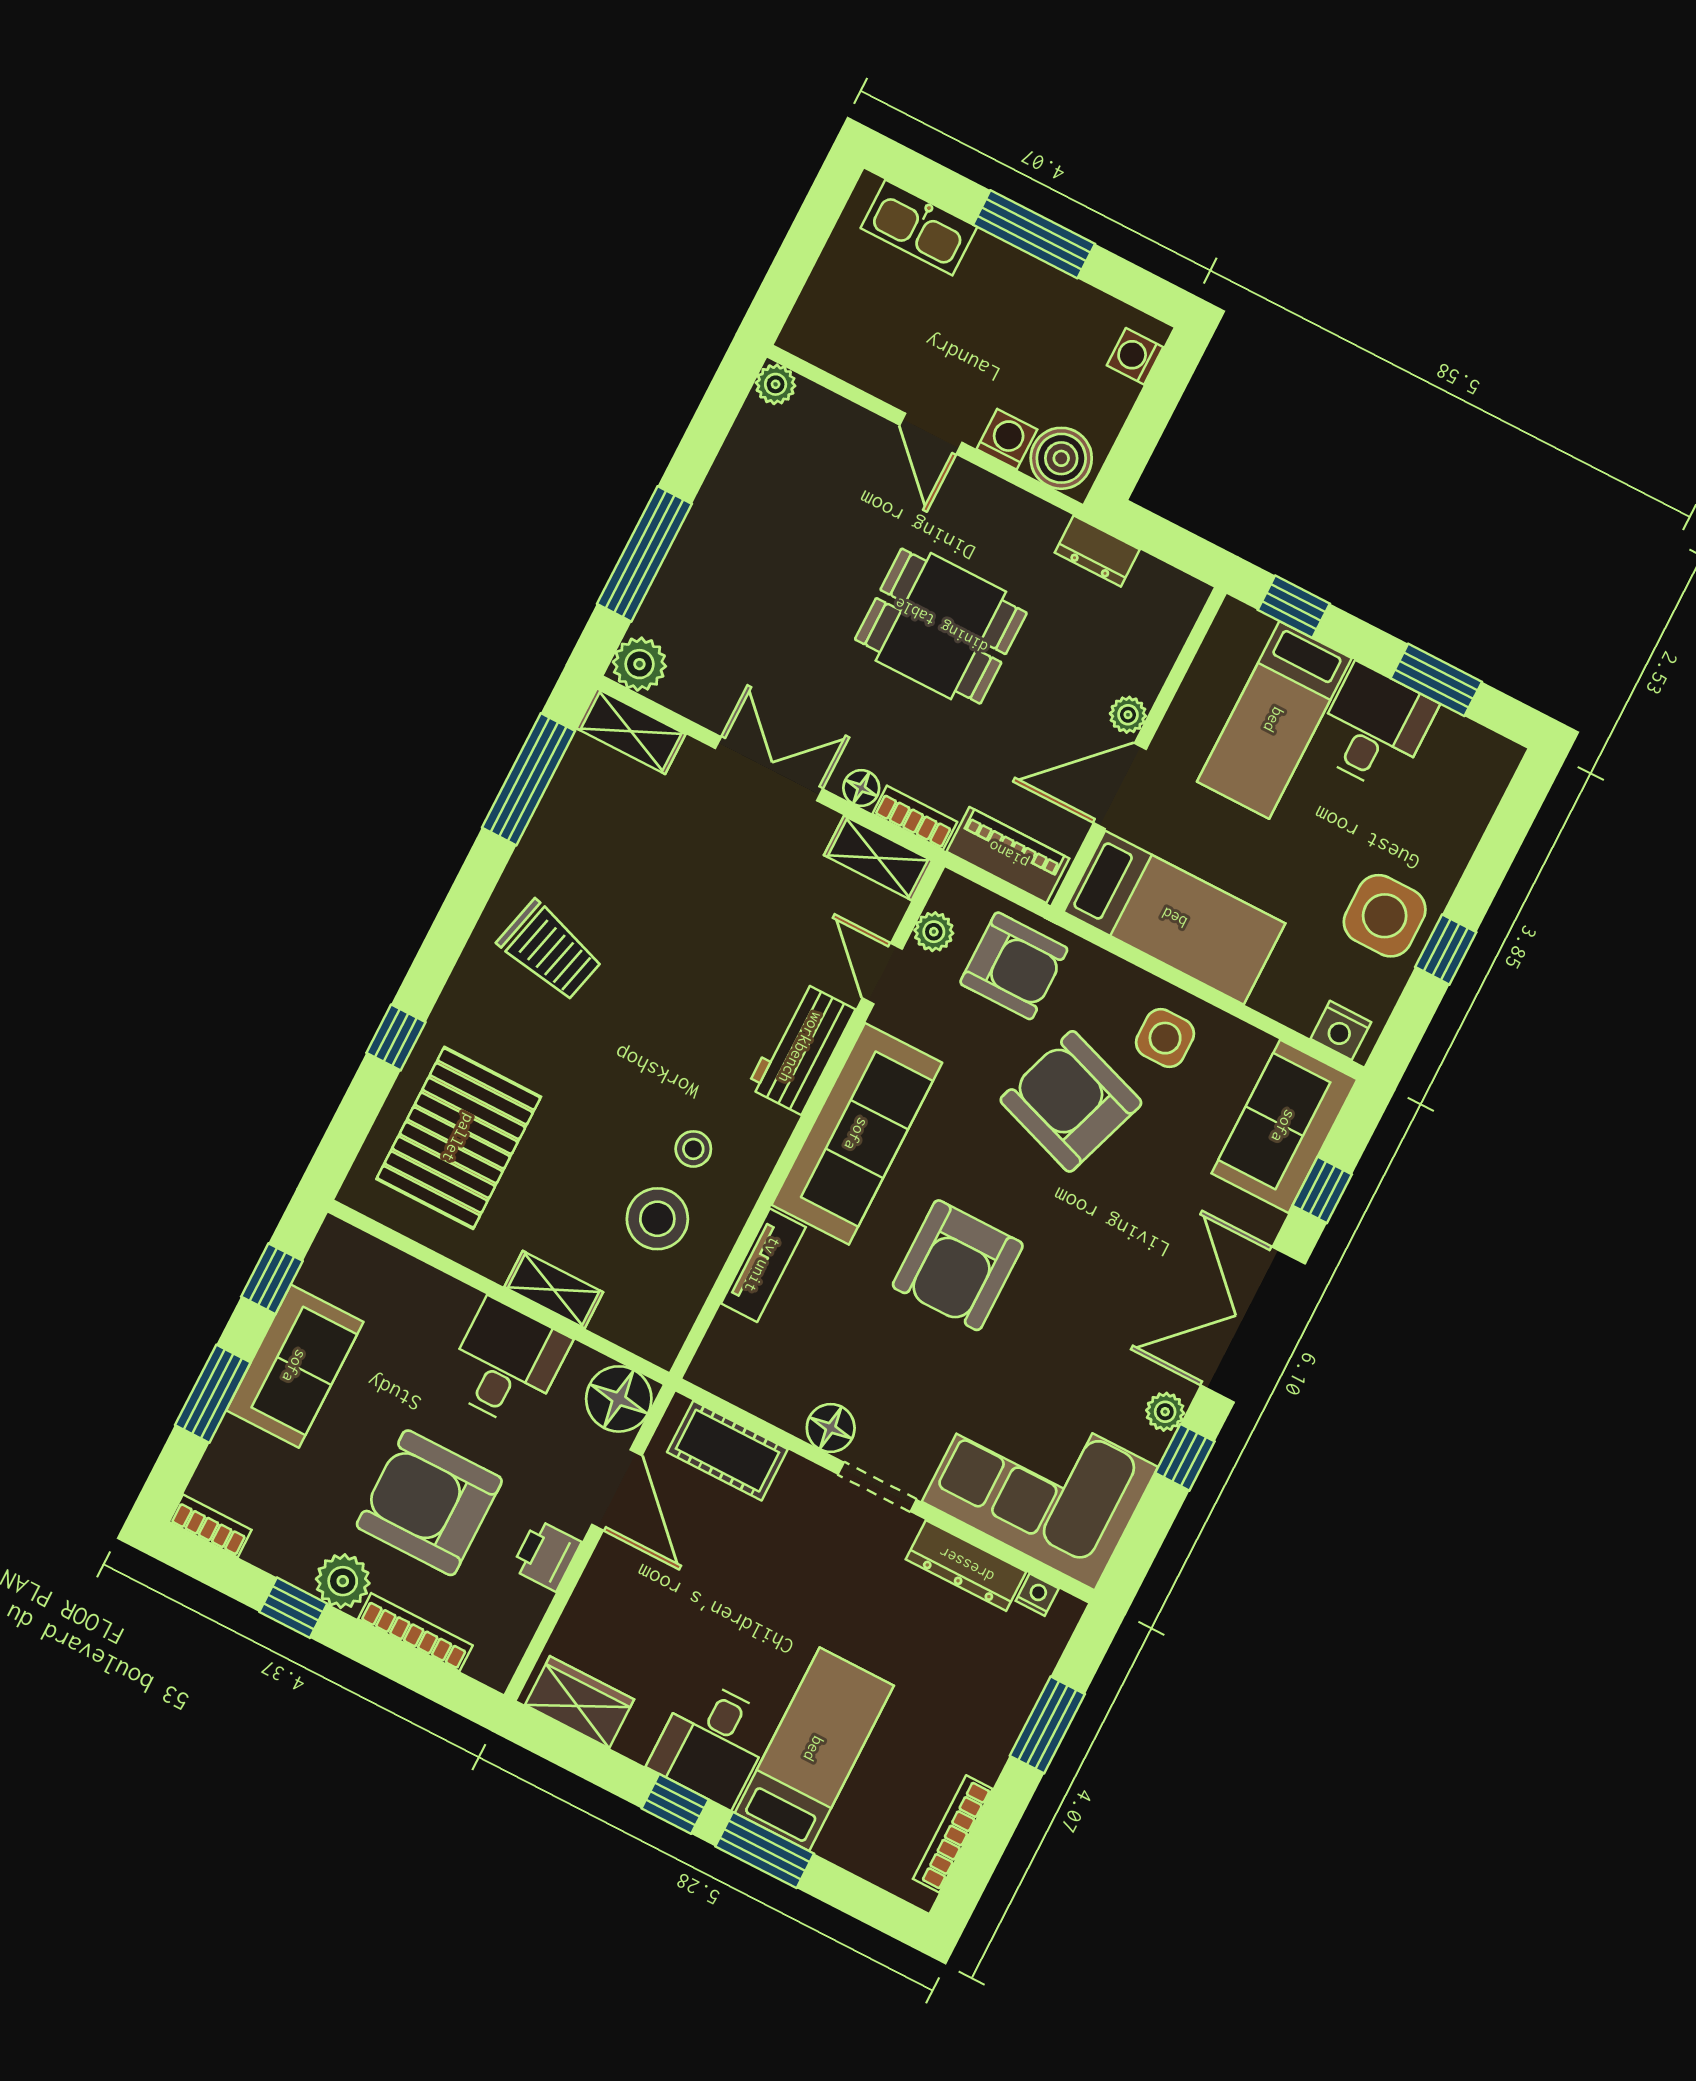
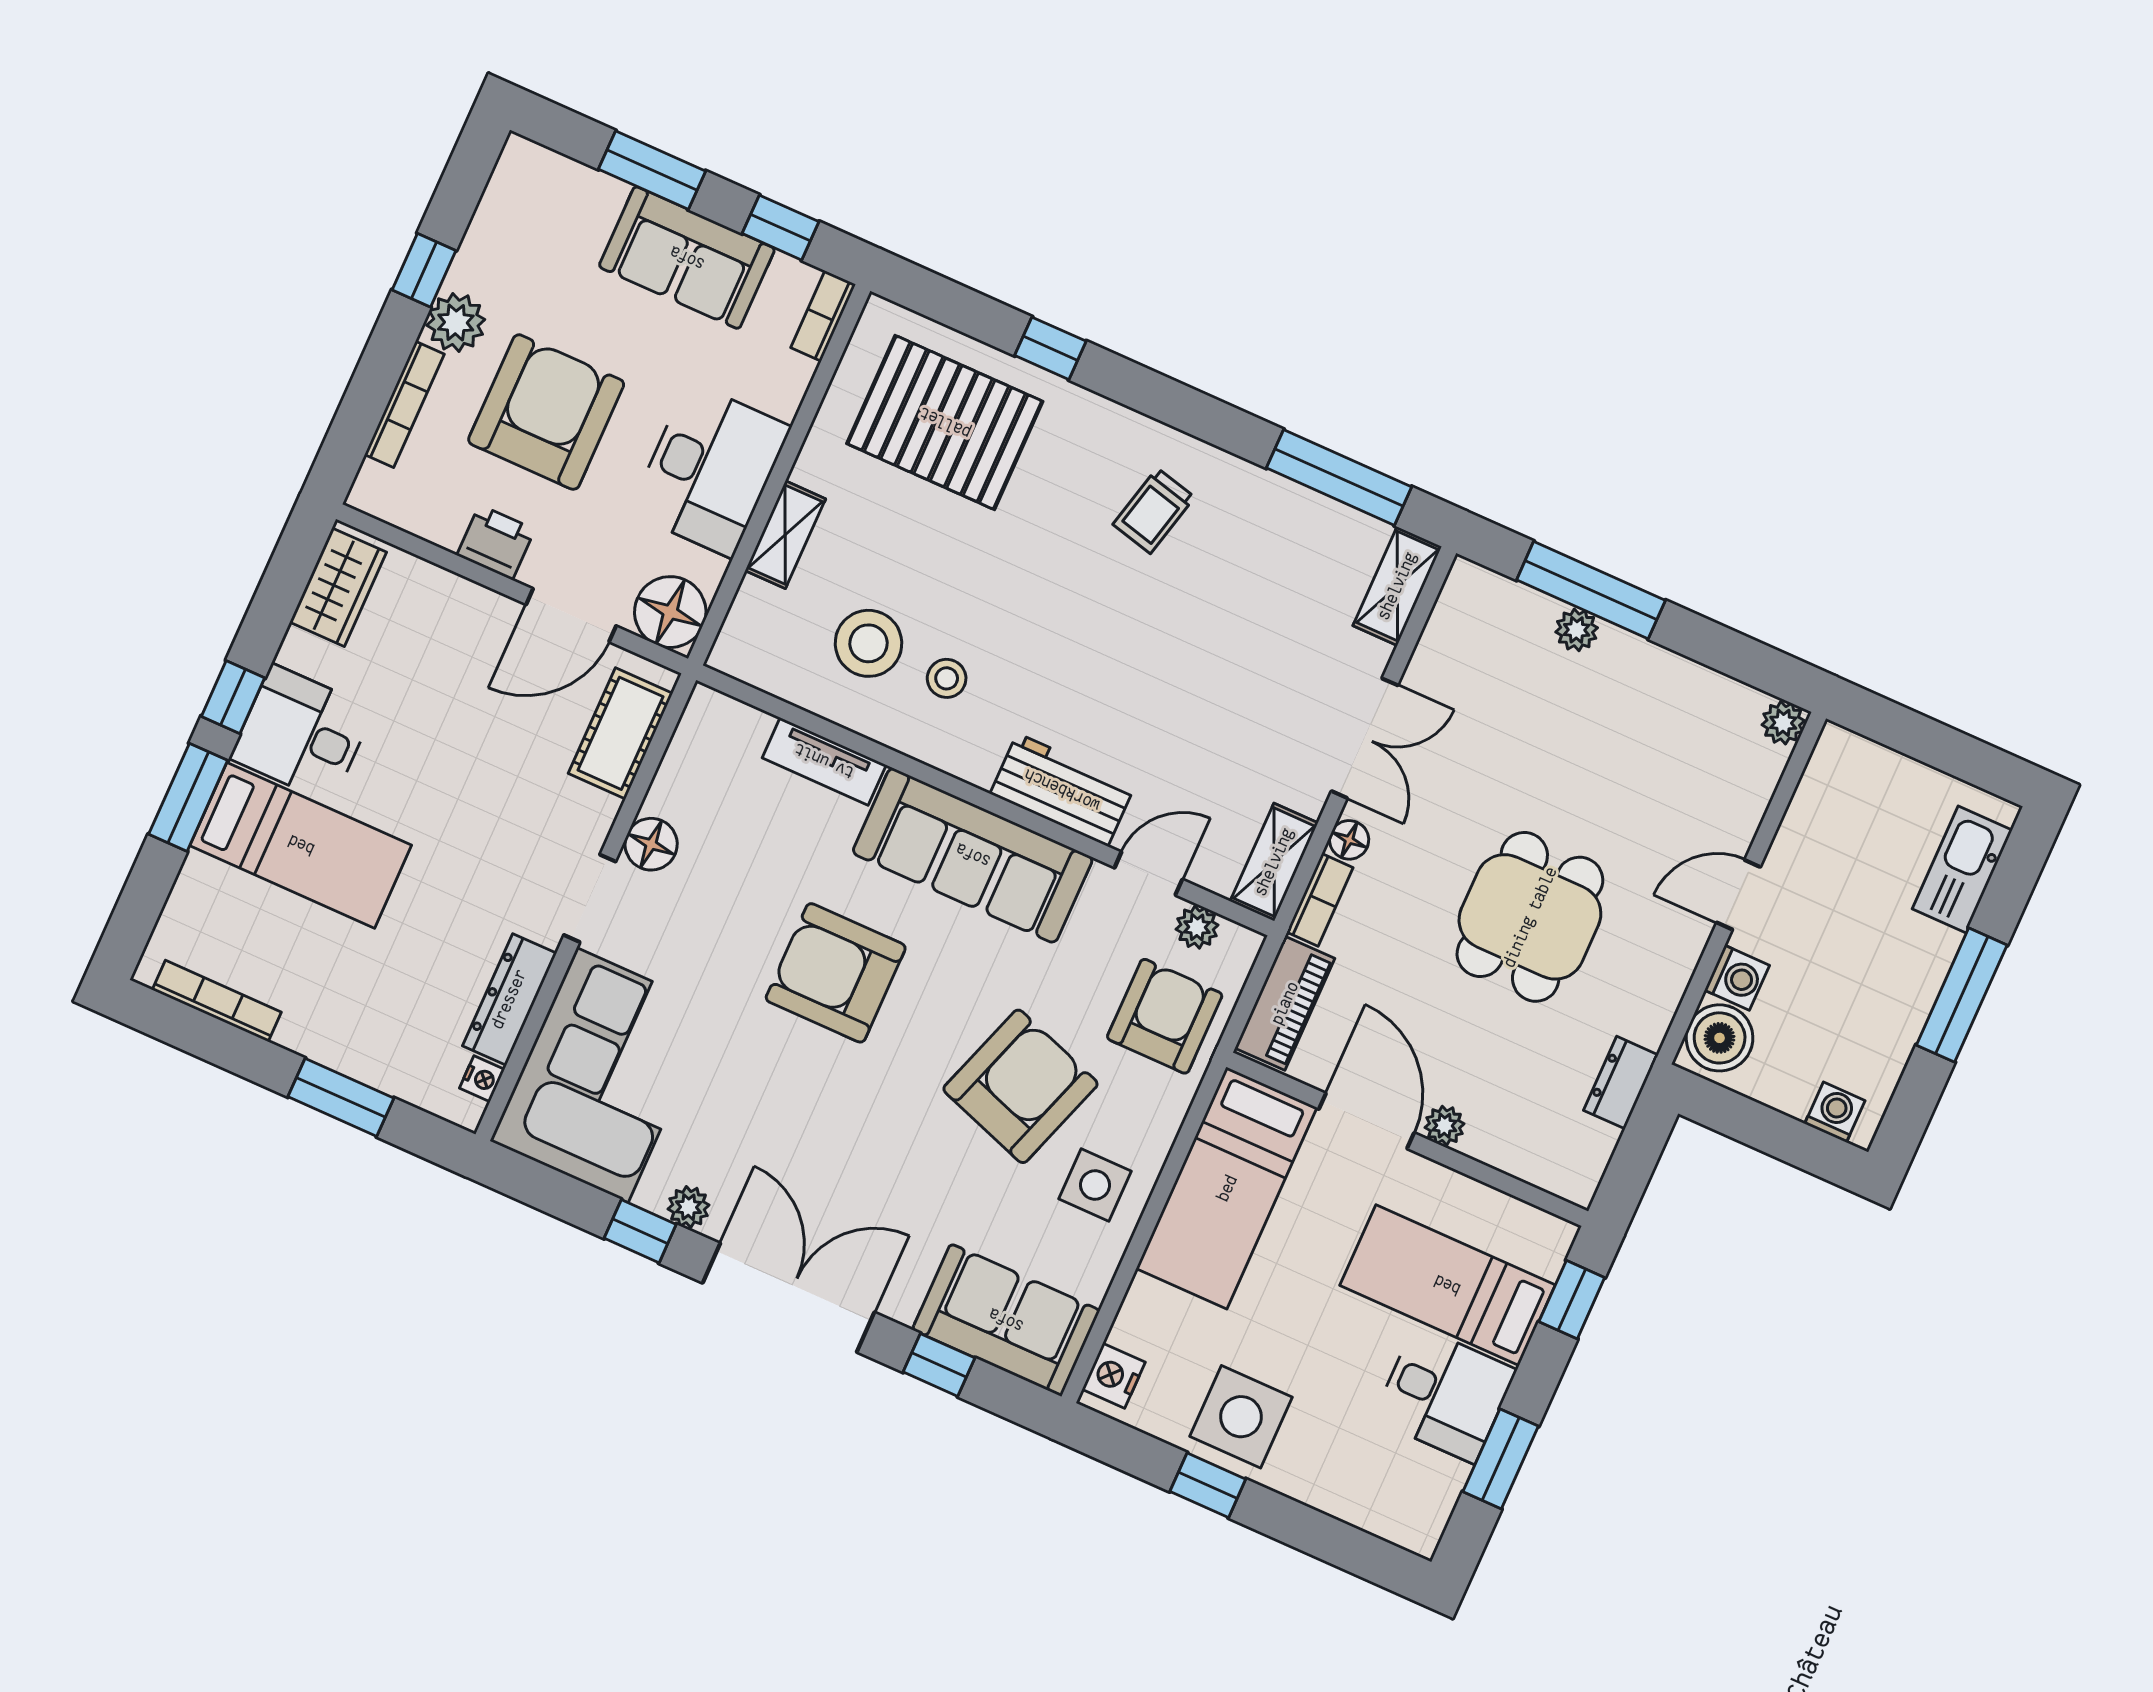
plant: (639, 664) -> (1577, 630), moved, width x0.73, depth x0.73
trolley: (550, 951) -> (1154, 511), width x0.73, depth x0.72
armchair: (1014, 966) -> (1165, 1016), turned 180
desk: (506, 1364) -> (710, 470), width x1.37
bookcase: (210, 1526) -> (823, 316), moved, turned 180

